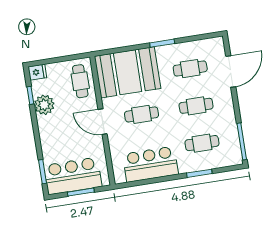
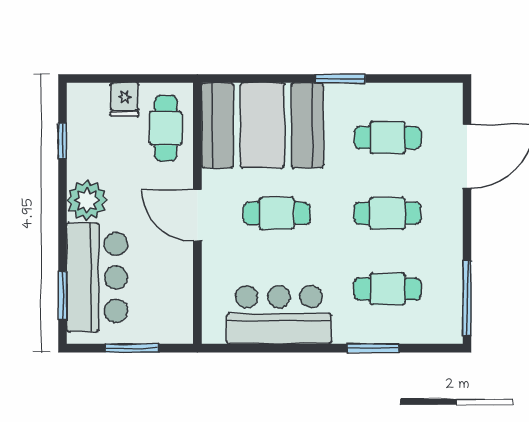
fridge: (37, 72) -> (125, 100), moved, turned 90
plant: (44, 105) -> (87, 200), moved
bar counter: (73, 176) -> (97, 277), moved, turned 90

